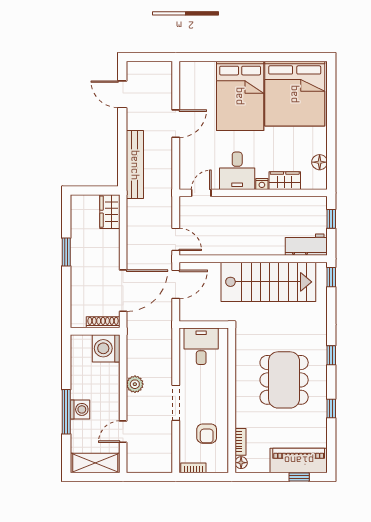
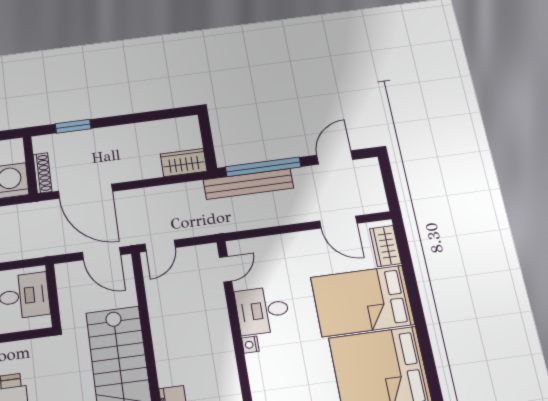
door: (176, 124) -> (338, 222), moved
window: (122, 151) -> (263, 167), added
wardrobe: (285, 181) -> (385, 246), moved, turned 180
door: (201, 193) -> (226, 269), hinge flipped
window: (66, 252) -> (73, 126), moved

